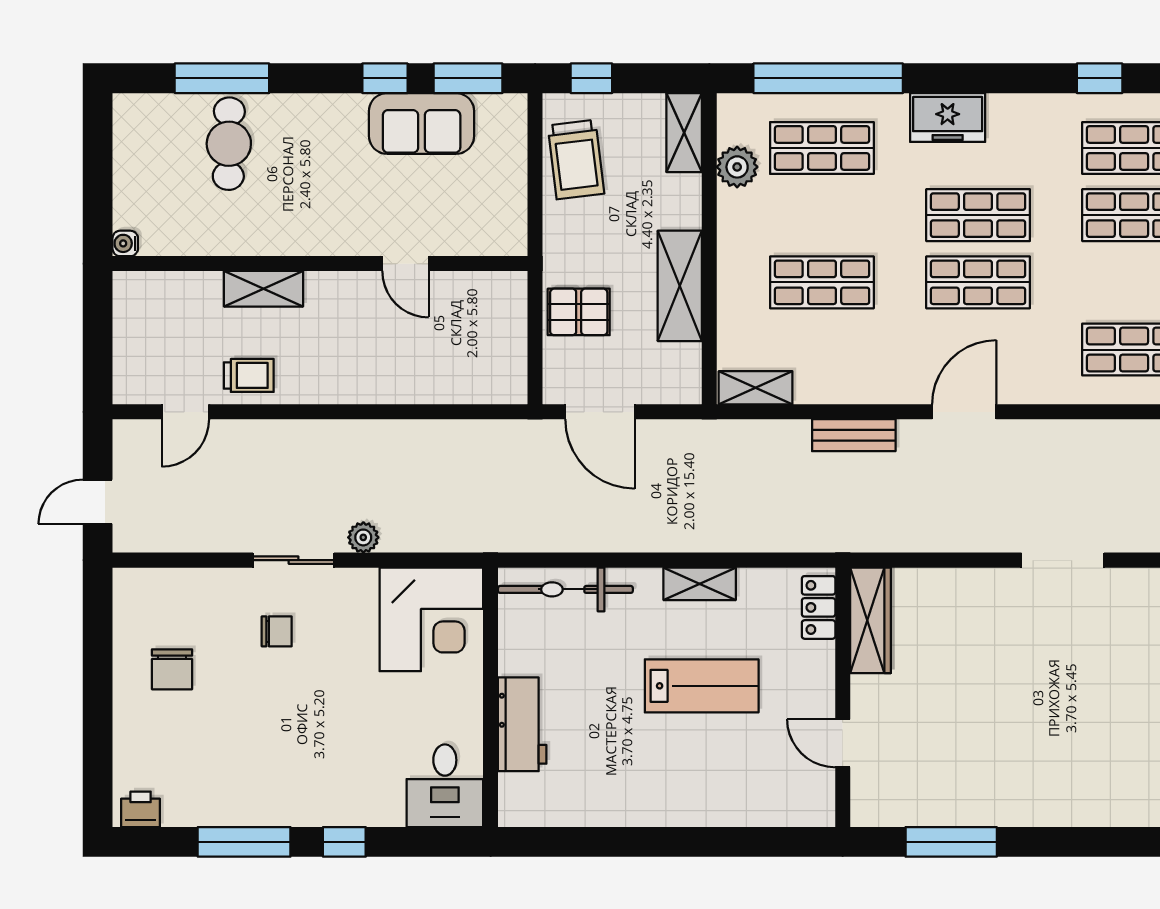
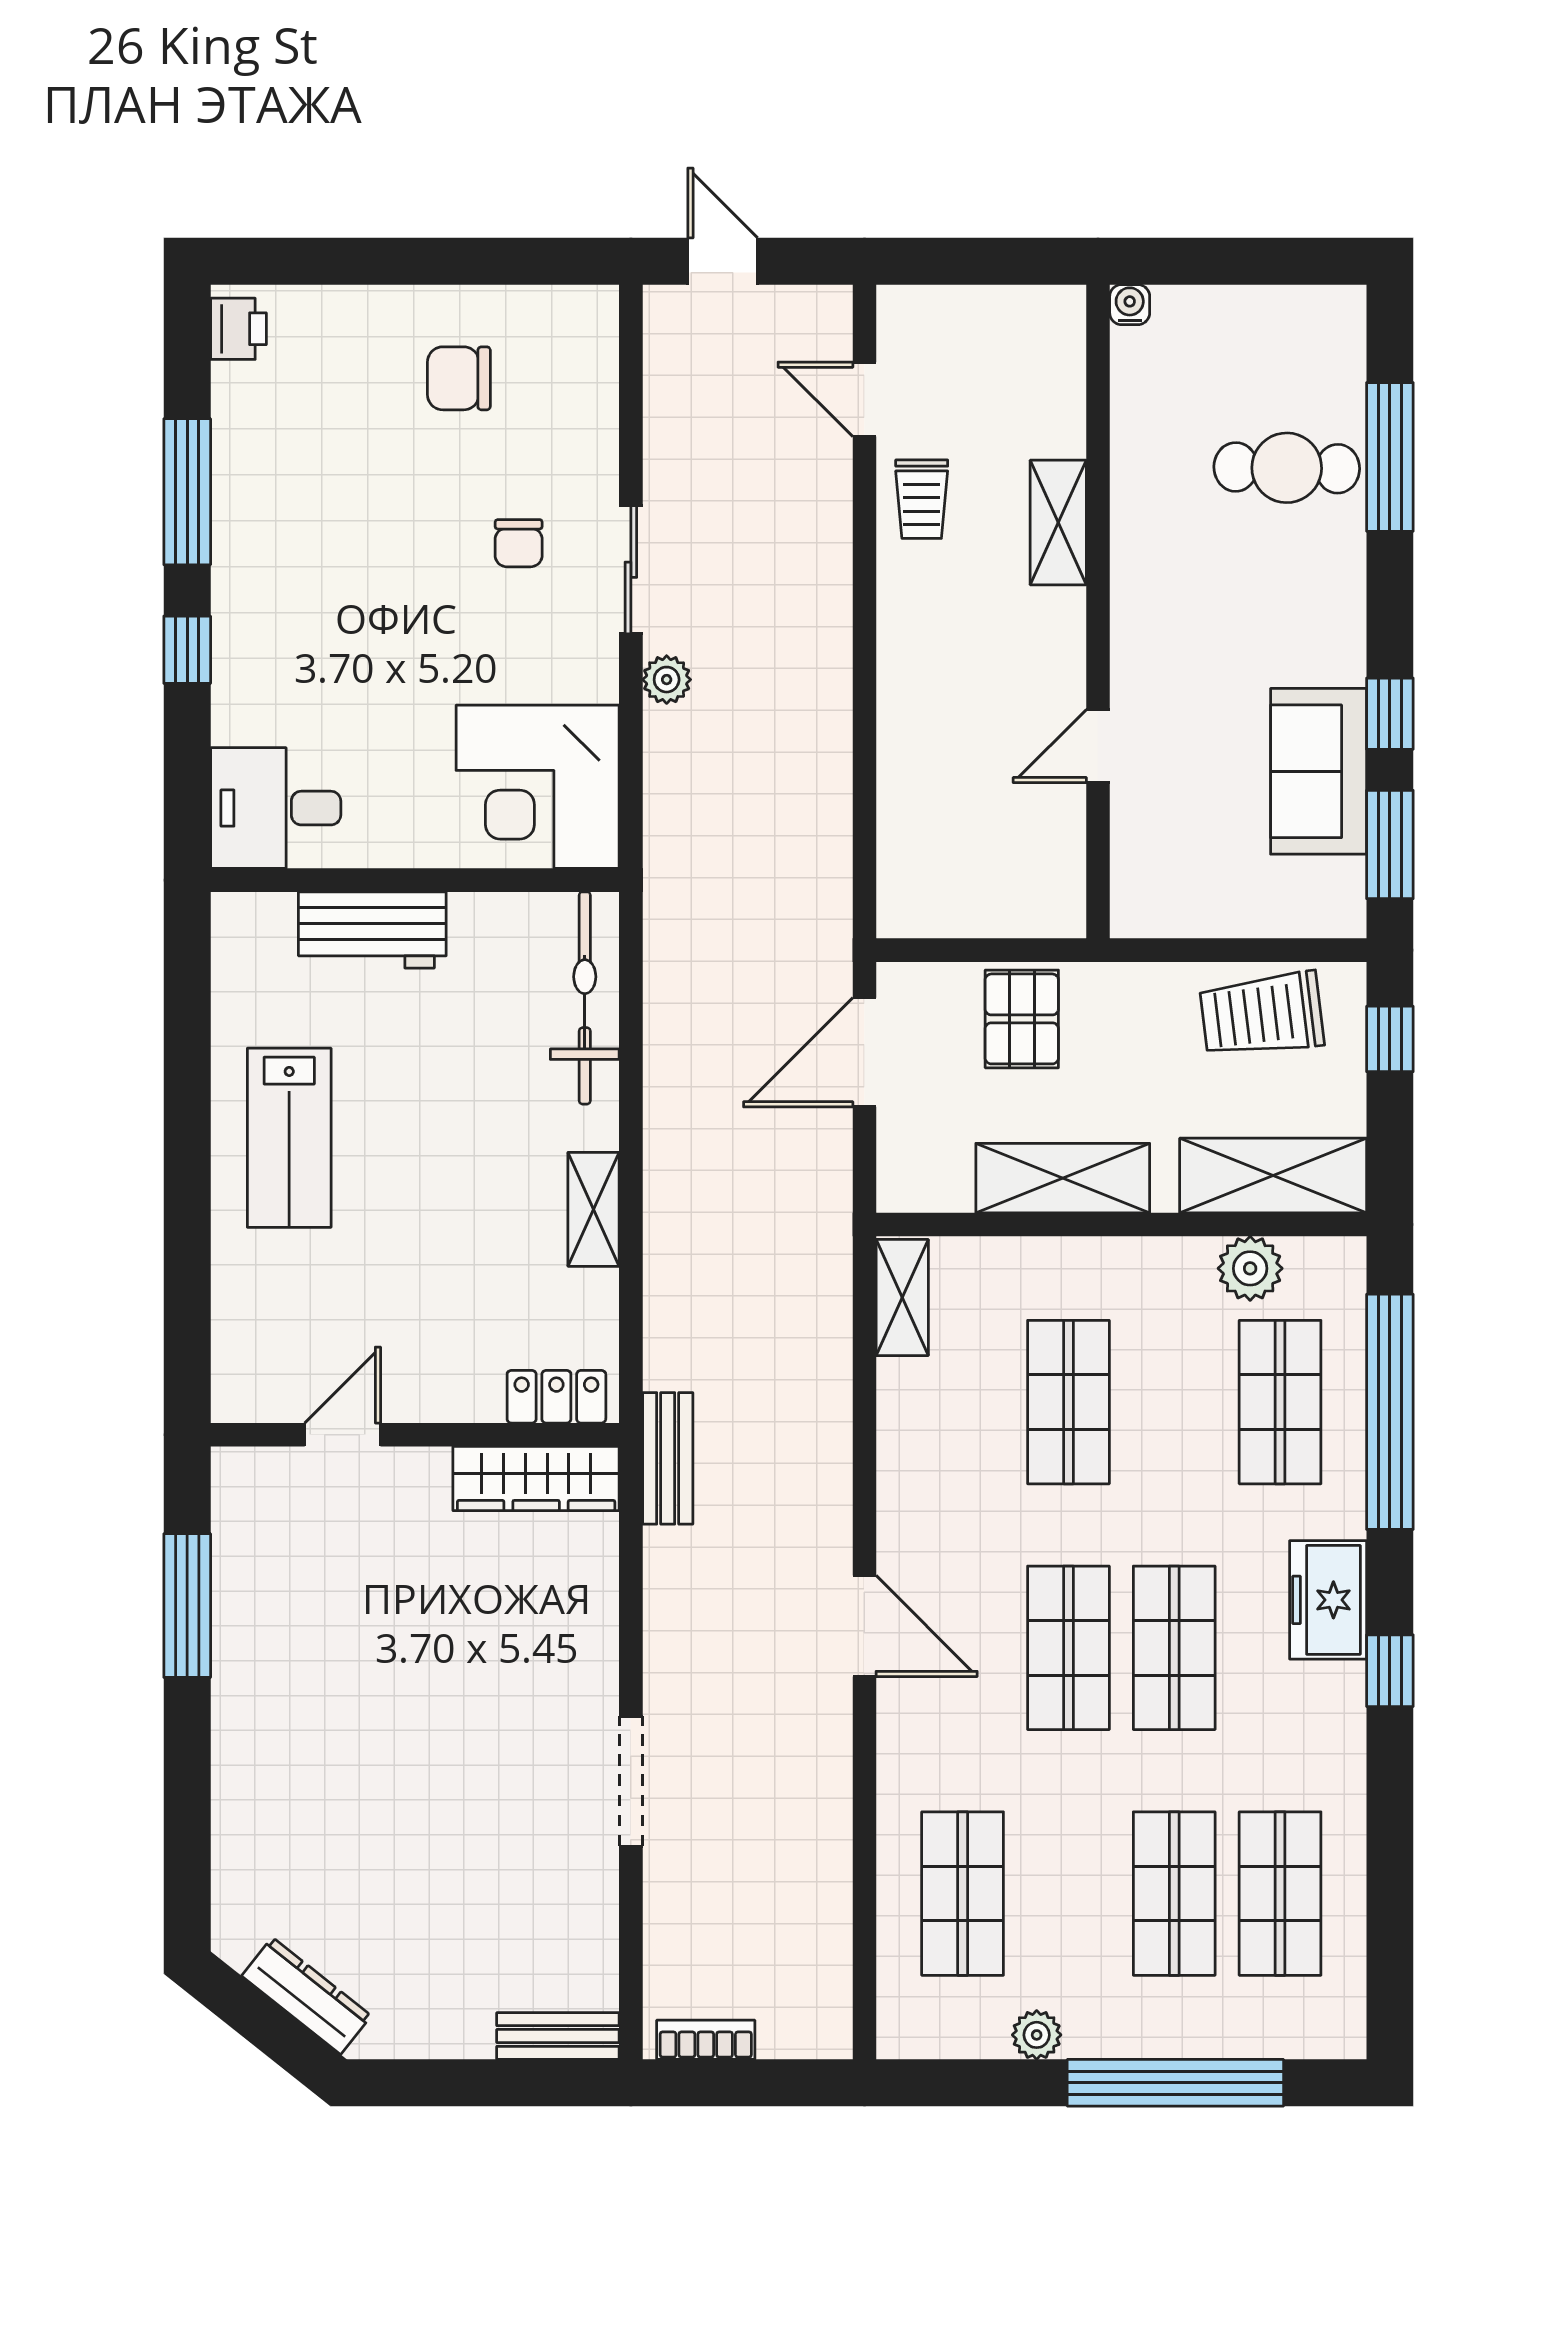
window: (1100, 78) -> (1390, 1671), moved
shelving: (684, 133) -> (1273, 1176), width x1.50, depth x1.33
bench: (854, 435) -> (668, 1458), moved
lab bench: (702, 686) -> (289, 1138), moved

